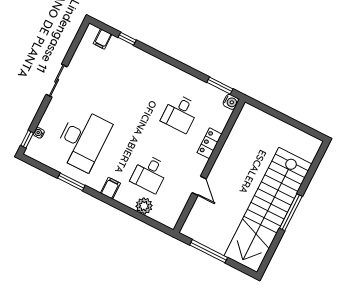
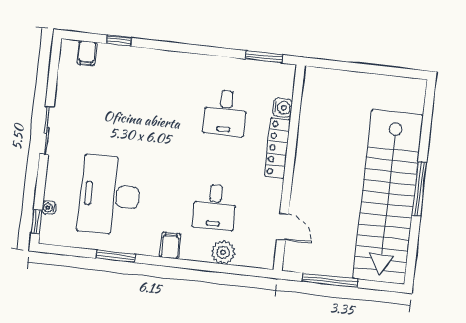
water cooler: (231, 102) -> (282, 108), moved
desk: (83, 140) -> (110, 195), turned 180
locker: (210, 143) -> (277, 148), width x1.53
door: (199, 186) -> (283, 227), moved

